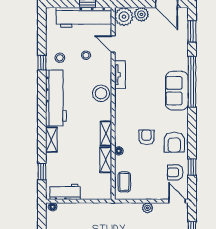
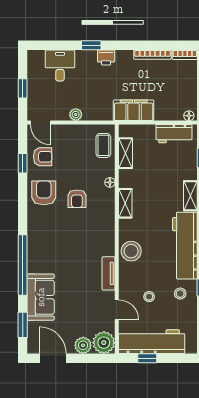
sofa: (177, 91) -> (41, 297), moved
shelving: (106, 160) -> (125, 153), moved
filing cabinet: (99, 211) -> (134, 110), added

